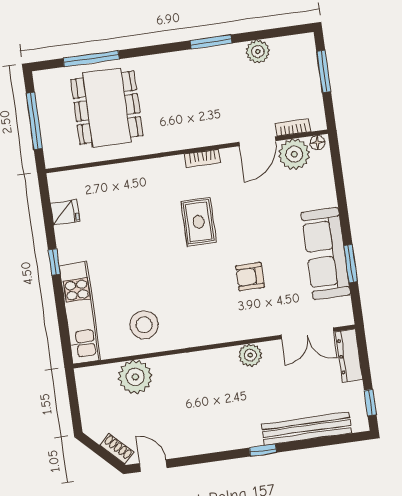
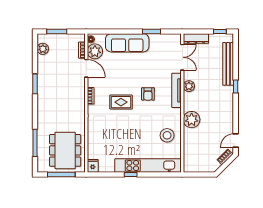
plant: (258, 52) -> (43, 49), moved
dining table: (107, 108) -> (65, 150), moved, turned 90
fridge: (65, 212) -> (93, 166), moved
sofa: (326, 254) -> (127, 43), moved
armchair: (250, 277) -> (148, 94), moved
kitchen unit: (80, 313) -> (148, 166), width x1.36
tv unit: (238, 331) -> (177, 90), added
plant: (135, 377) -> (192, 120), moved

